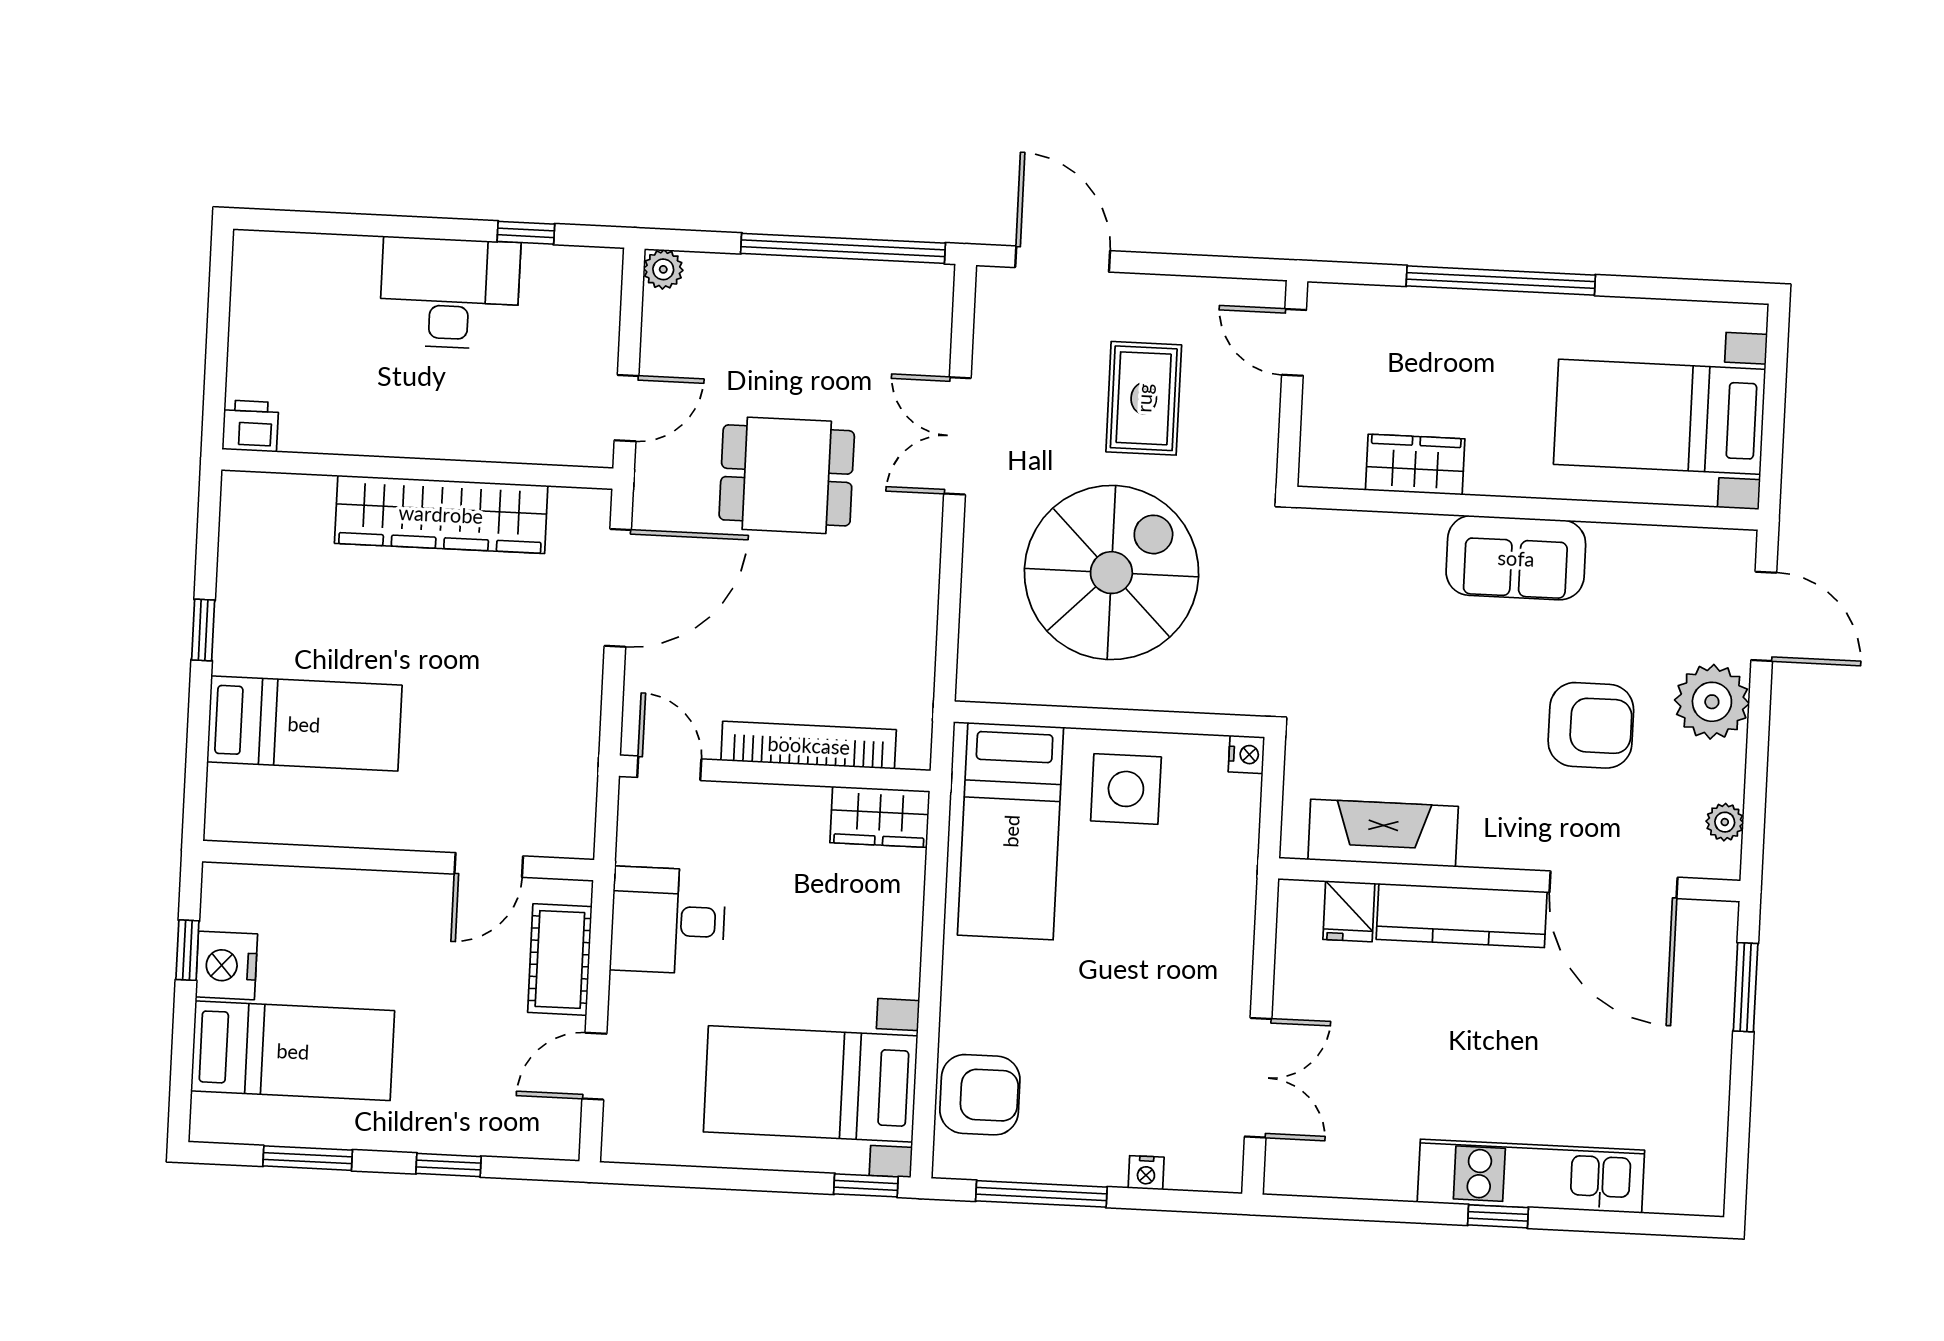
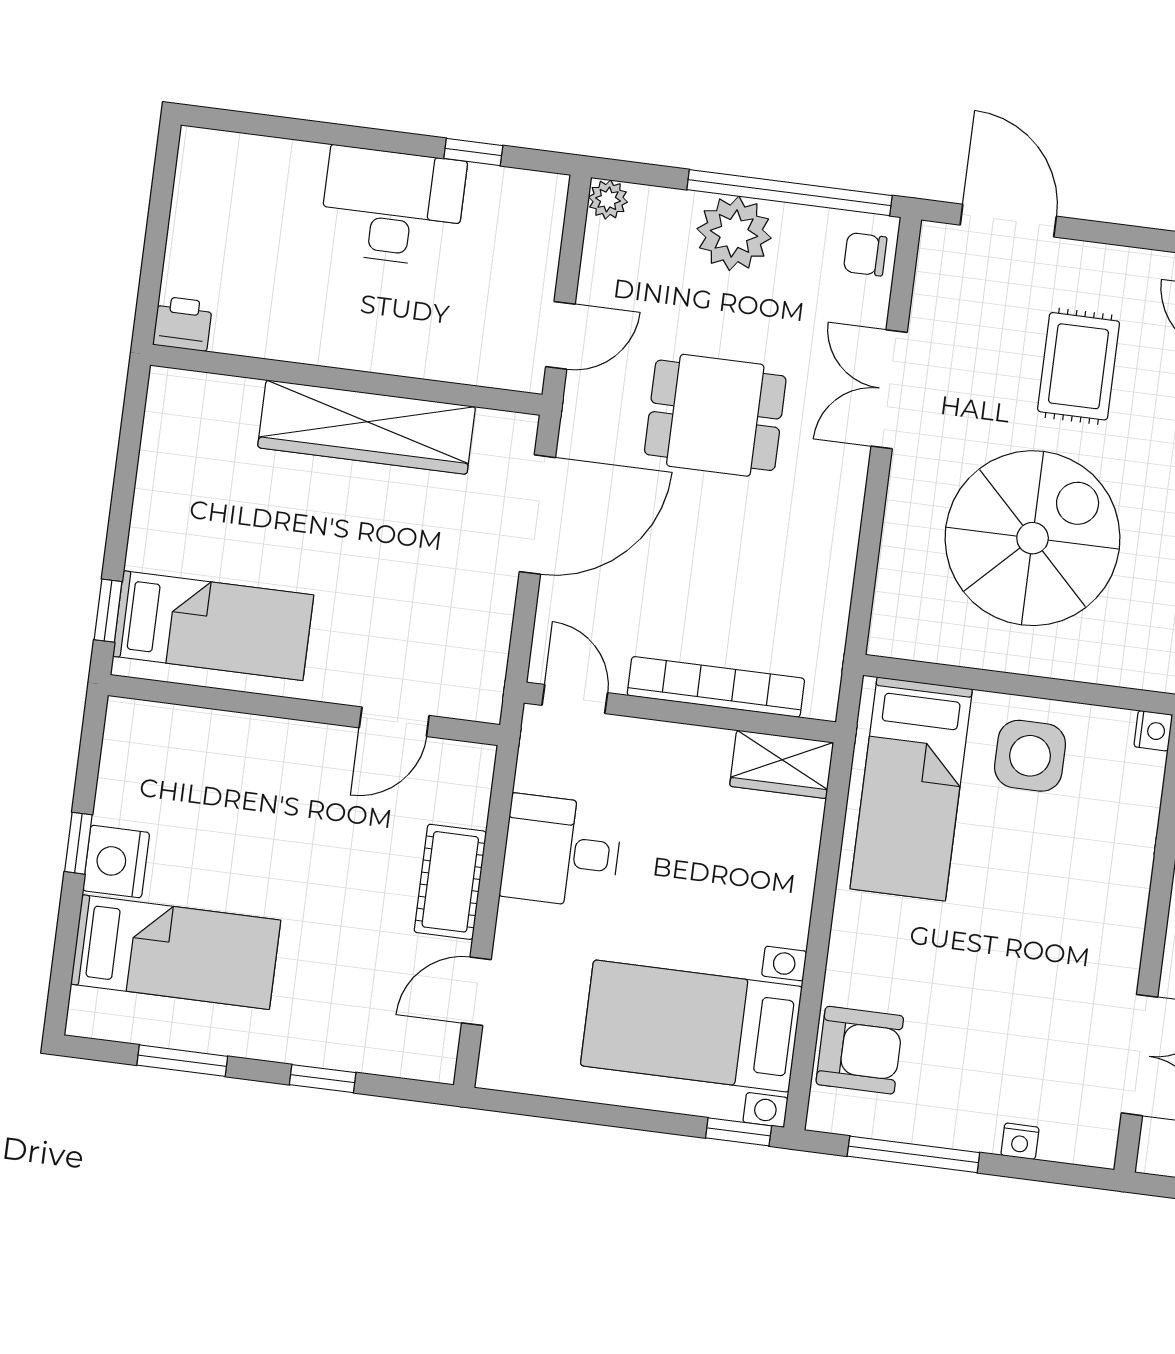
plant: (791, 293) -> (734, 233), added
chair: (923, 304) -> (865, 254), added
window: (203, 630) -> (108, 611), moved
wall: (398, 861) -> (304, 710), moved
door: (489, 865) -> (394, 722), moved

